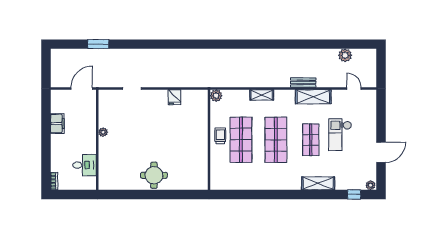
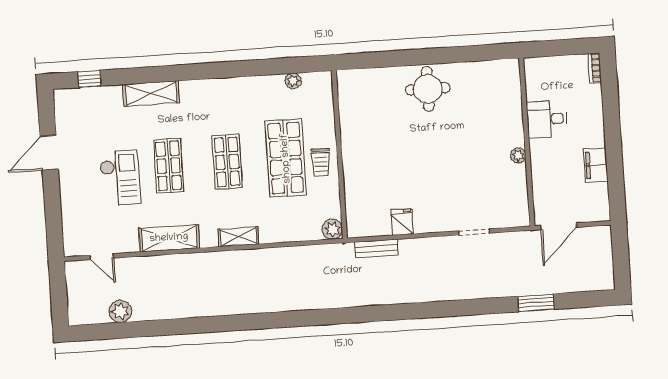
bench: (303, 83) -> (376, 248), moved
shelving: (262, 95) -> (238, 237), moved
shop shelf: (276, 140) -> (227, 162), width x0.70, depth x0.74
desk: (85, 165) -> (547, 119), moved
plant: (371, 185) -> (293, 81), moved

